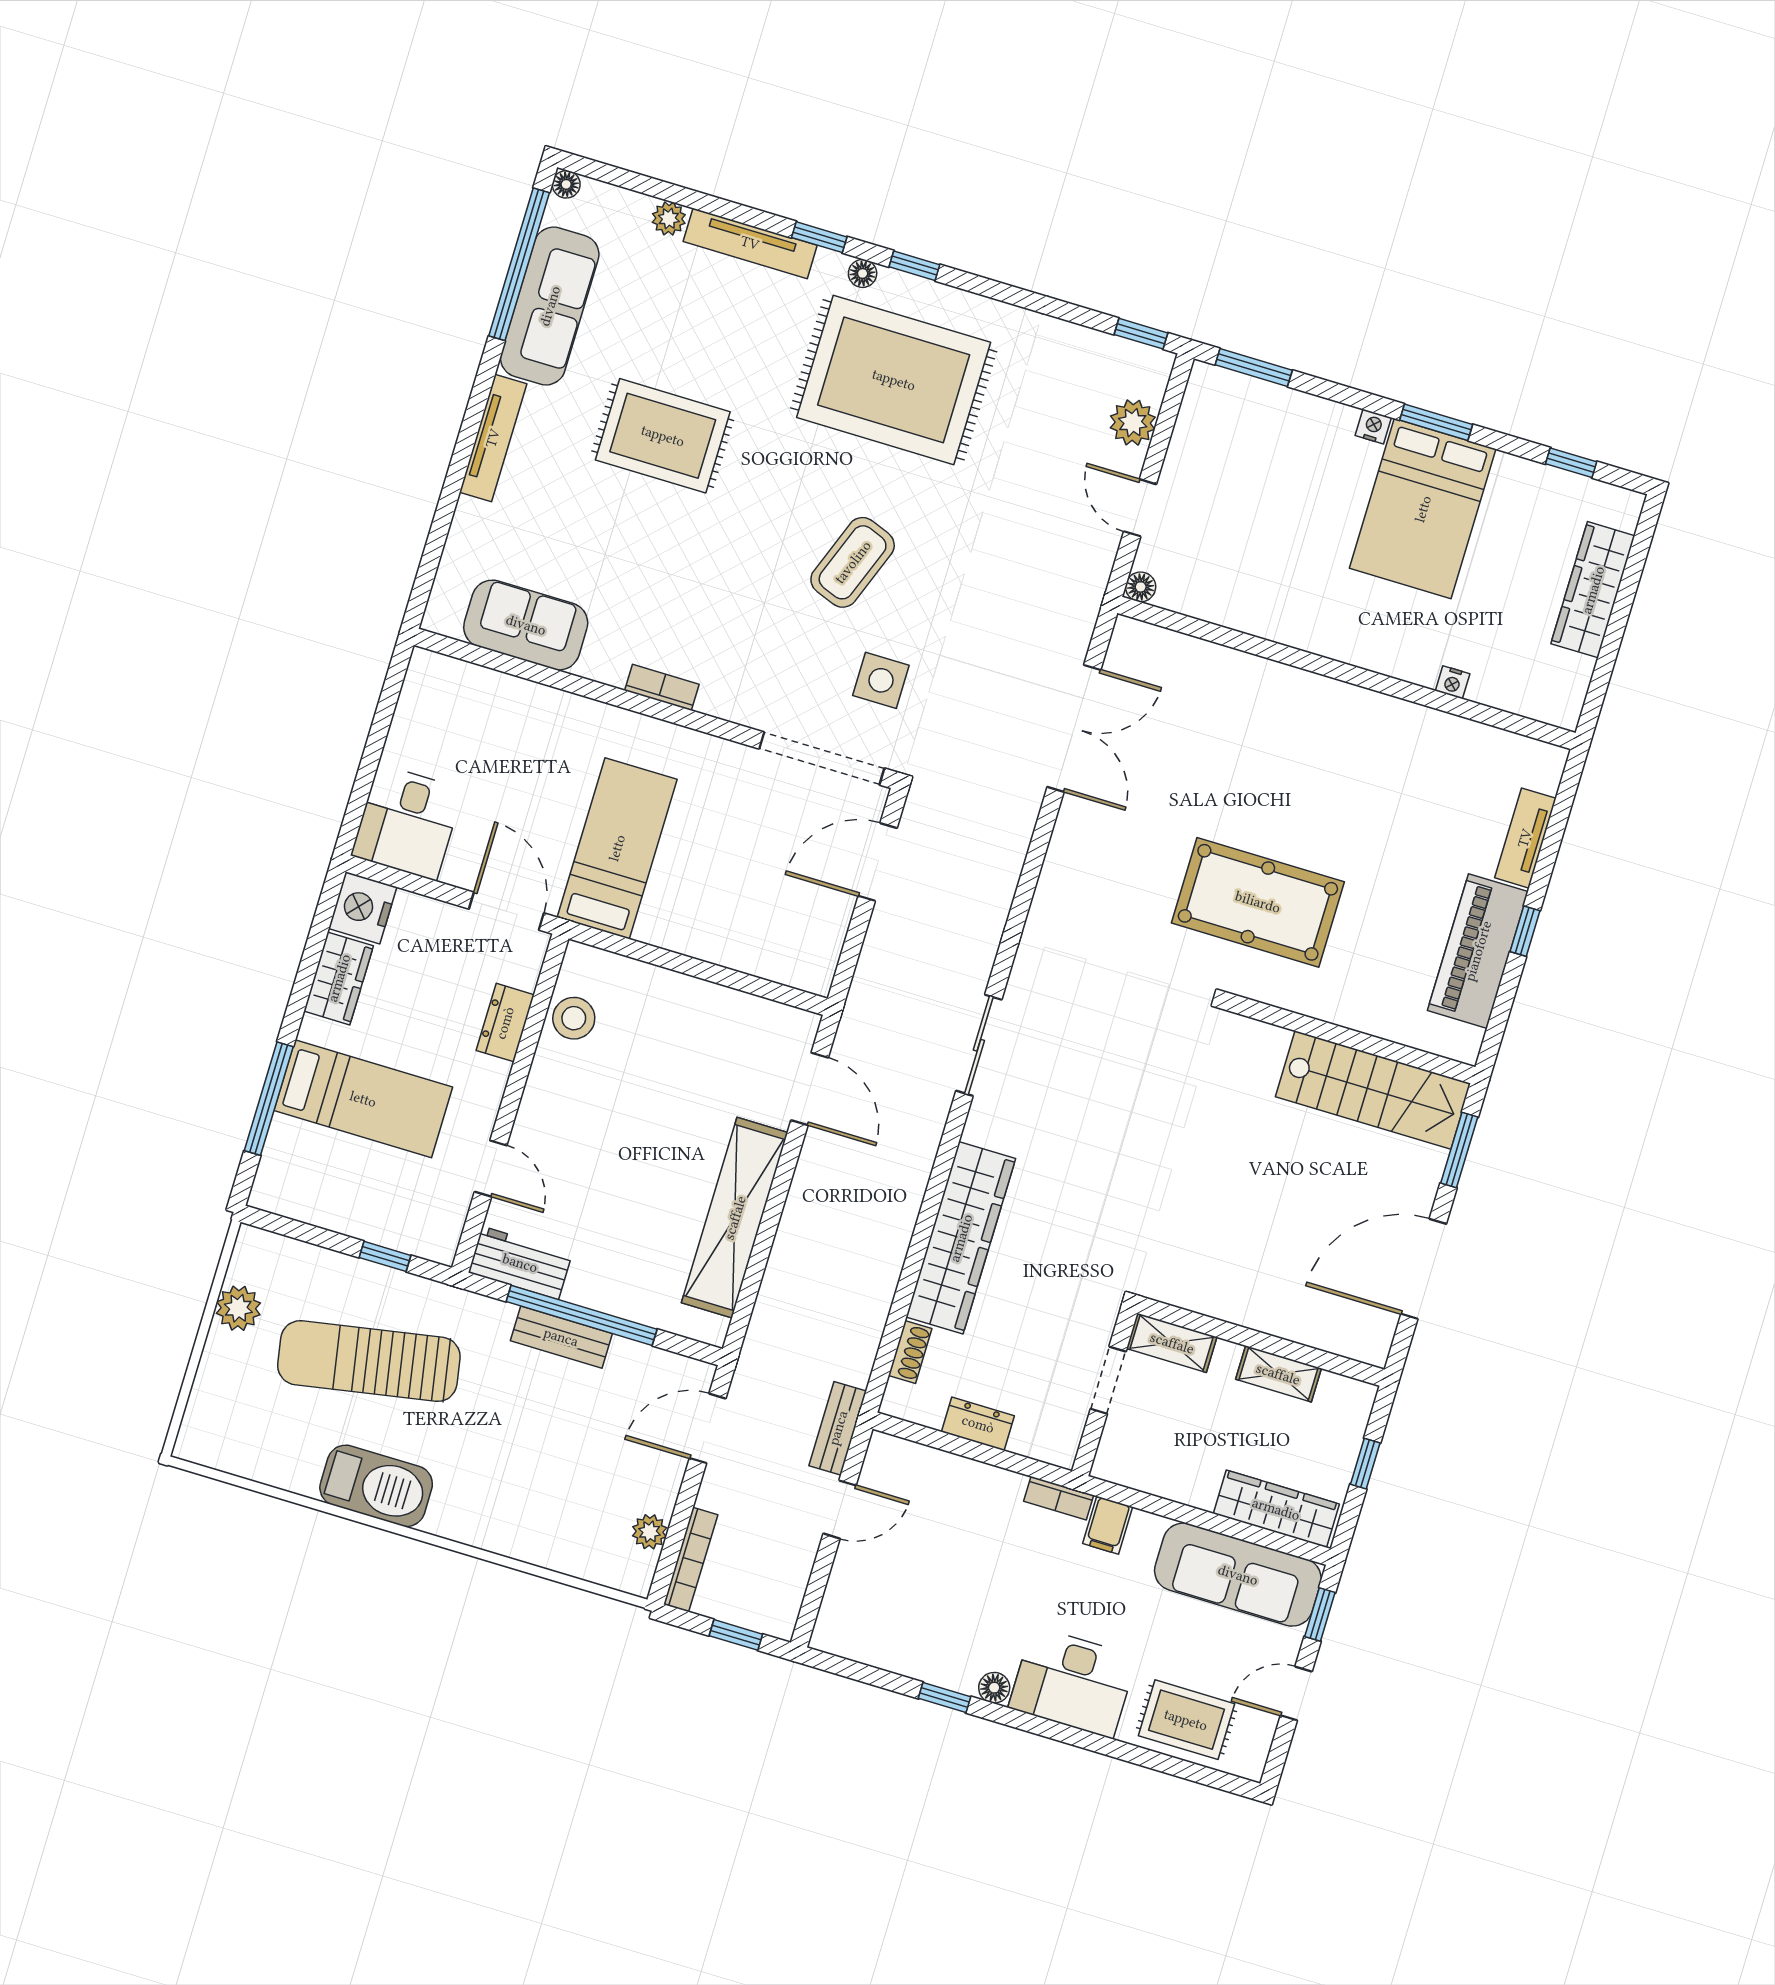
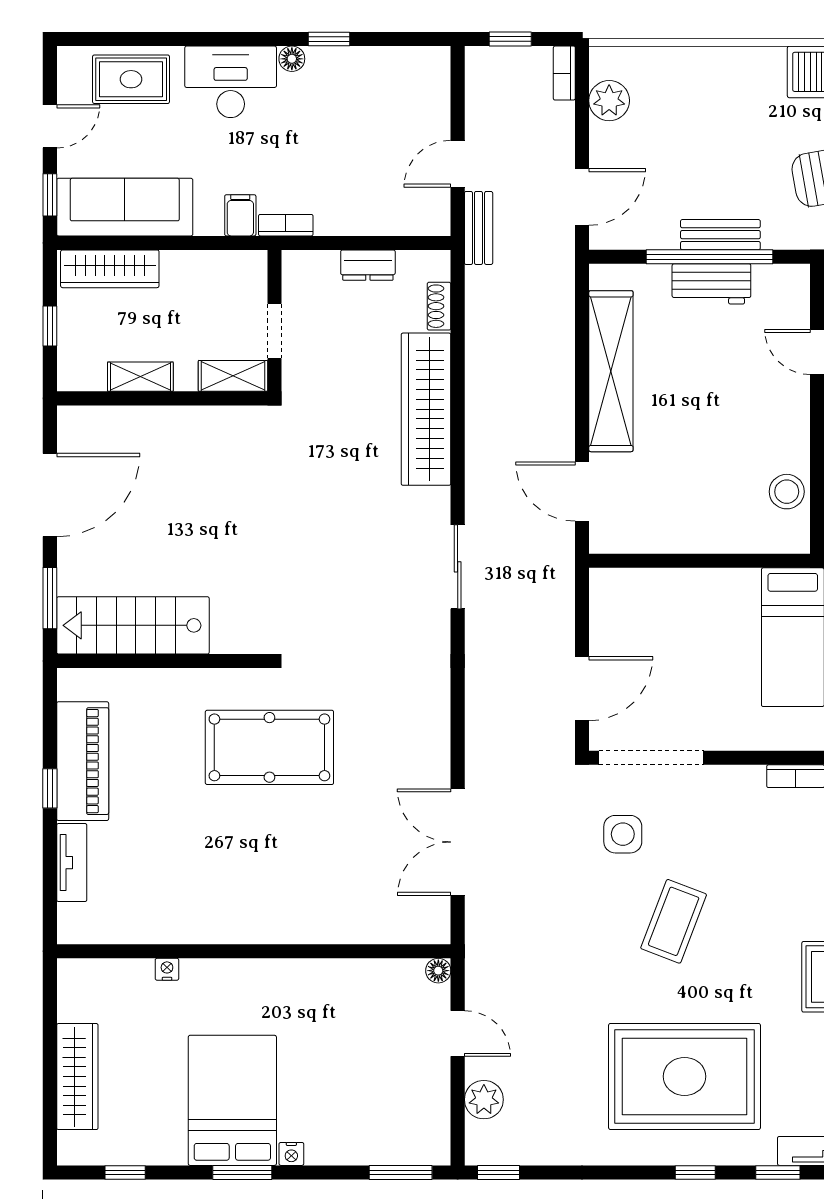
floor lamp: (863, 273) -> (735, 1154), removed
workbench: (520, 1263) -> (711, 284), moved
plant: (650, 1532) -> (609, 101), width x1.38, depth x1.38
bookcase: (691, 1560) -> (564, 73), width x0.64

